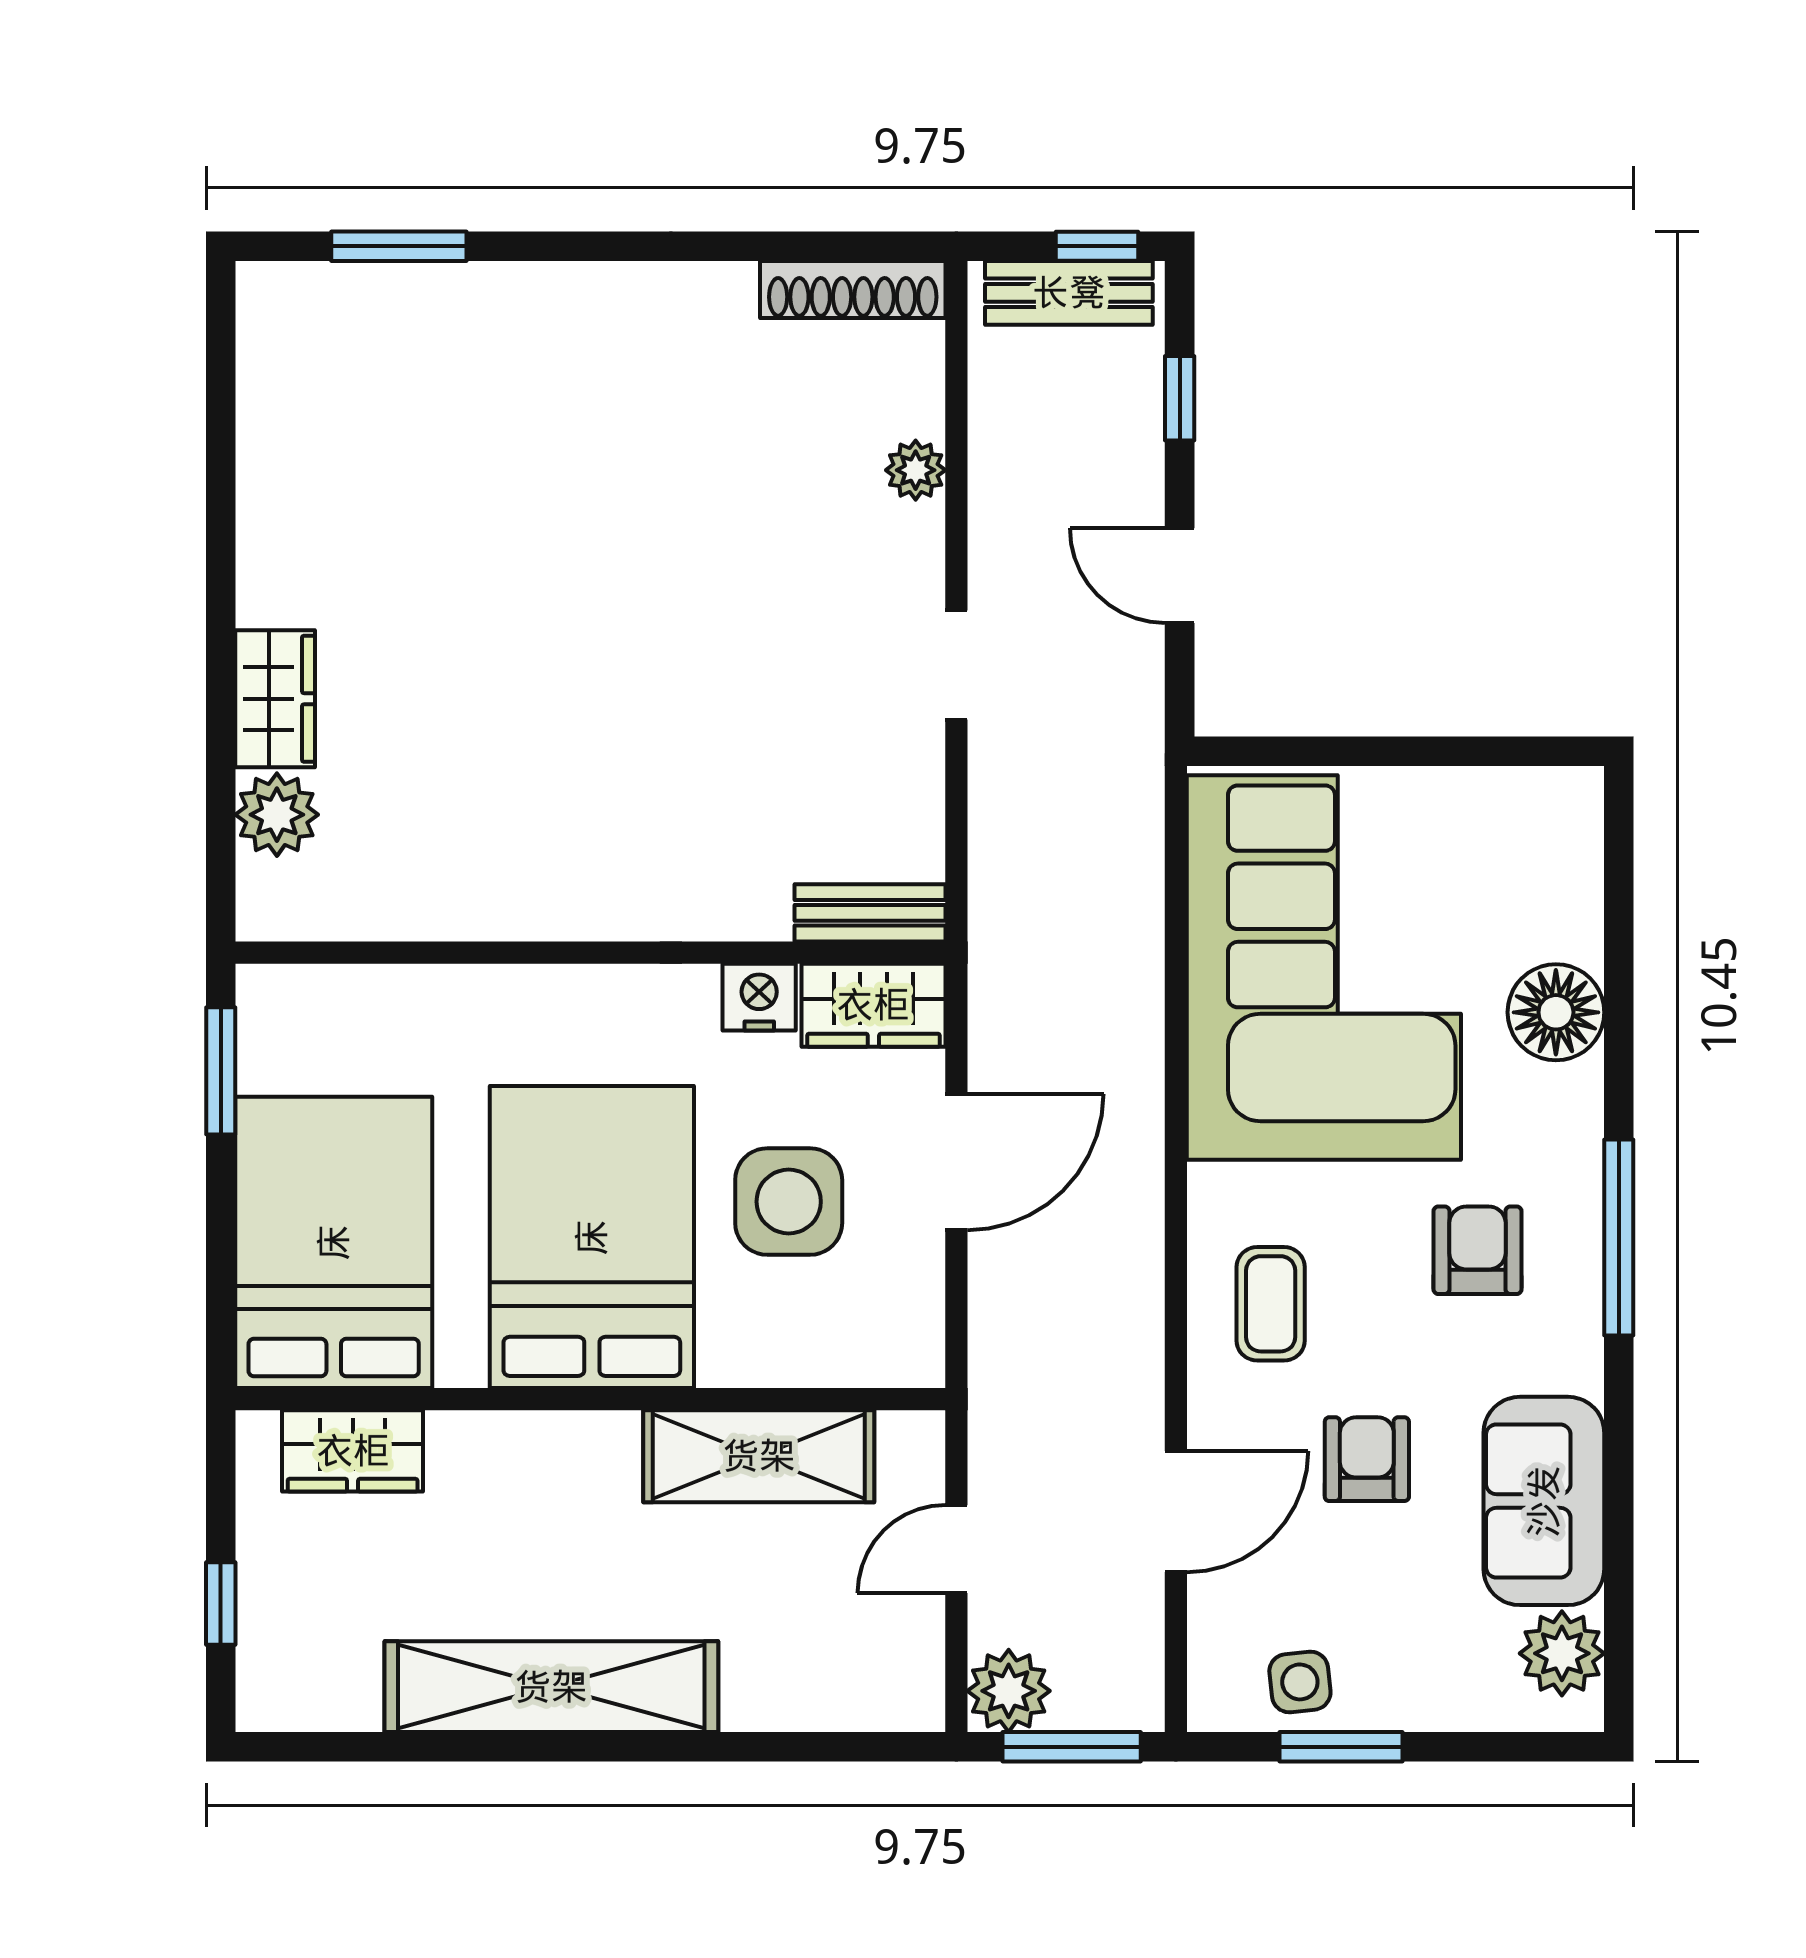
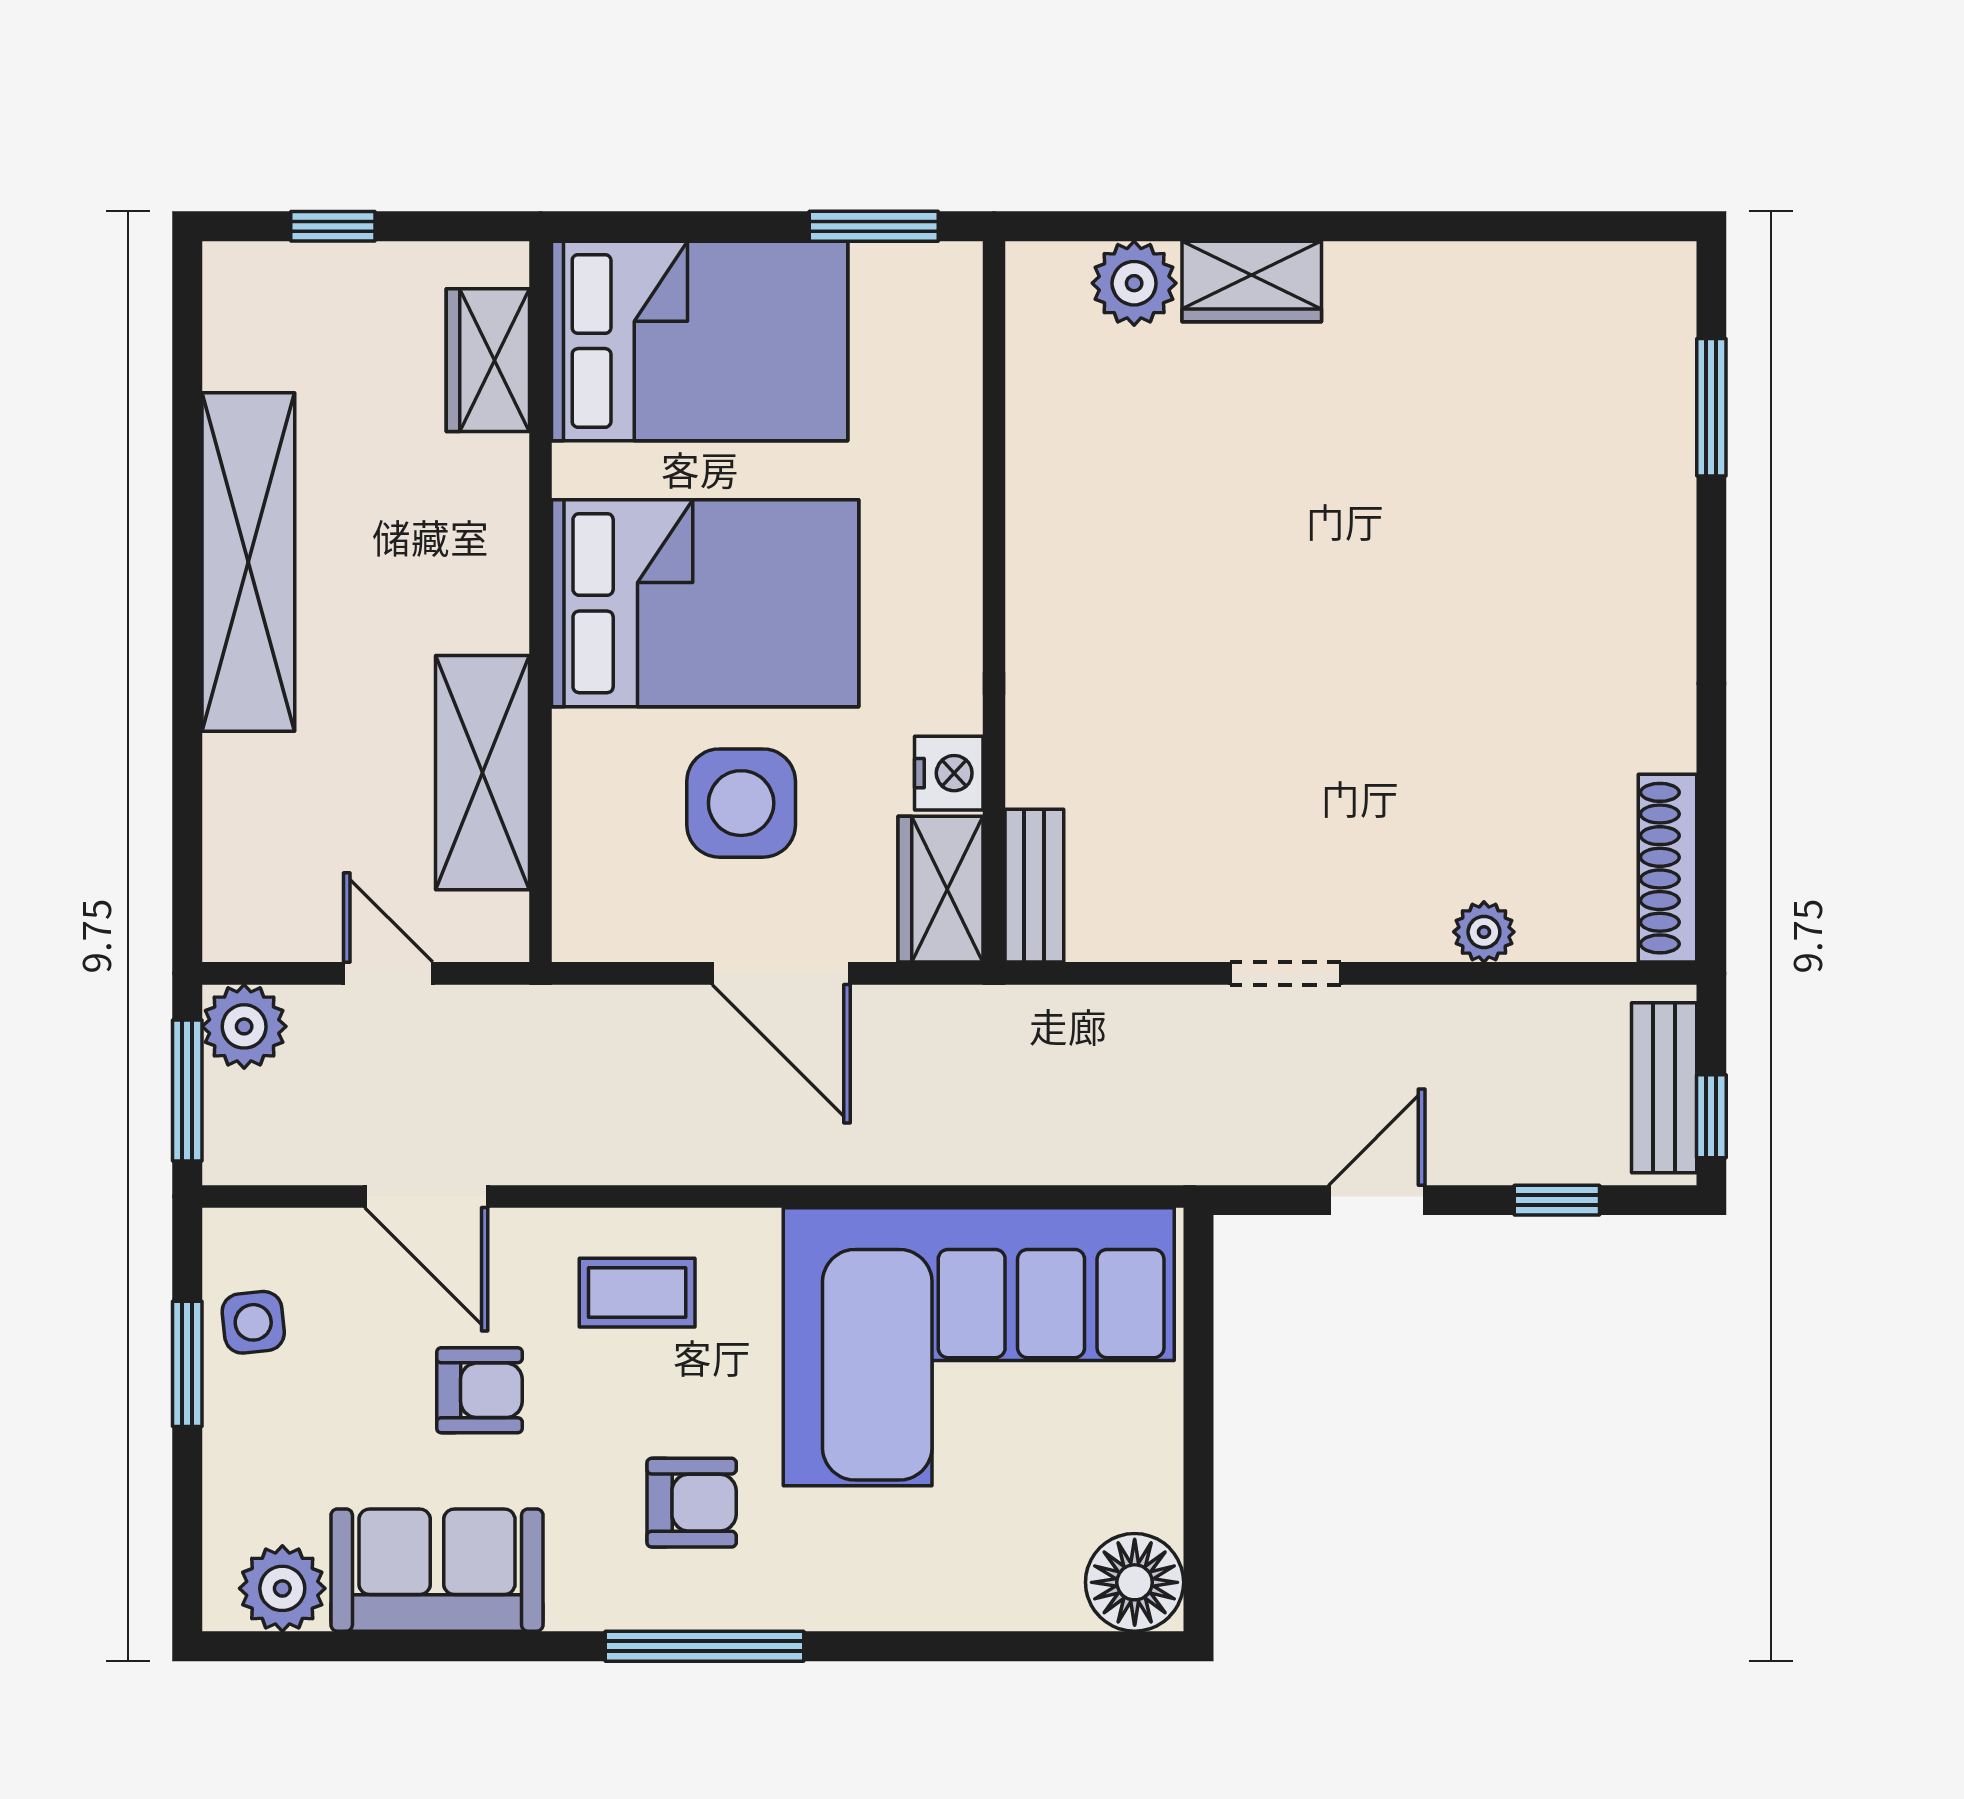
floor lamp: (1556, 1012) -> (1135, 1582), moved

